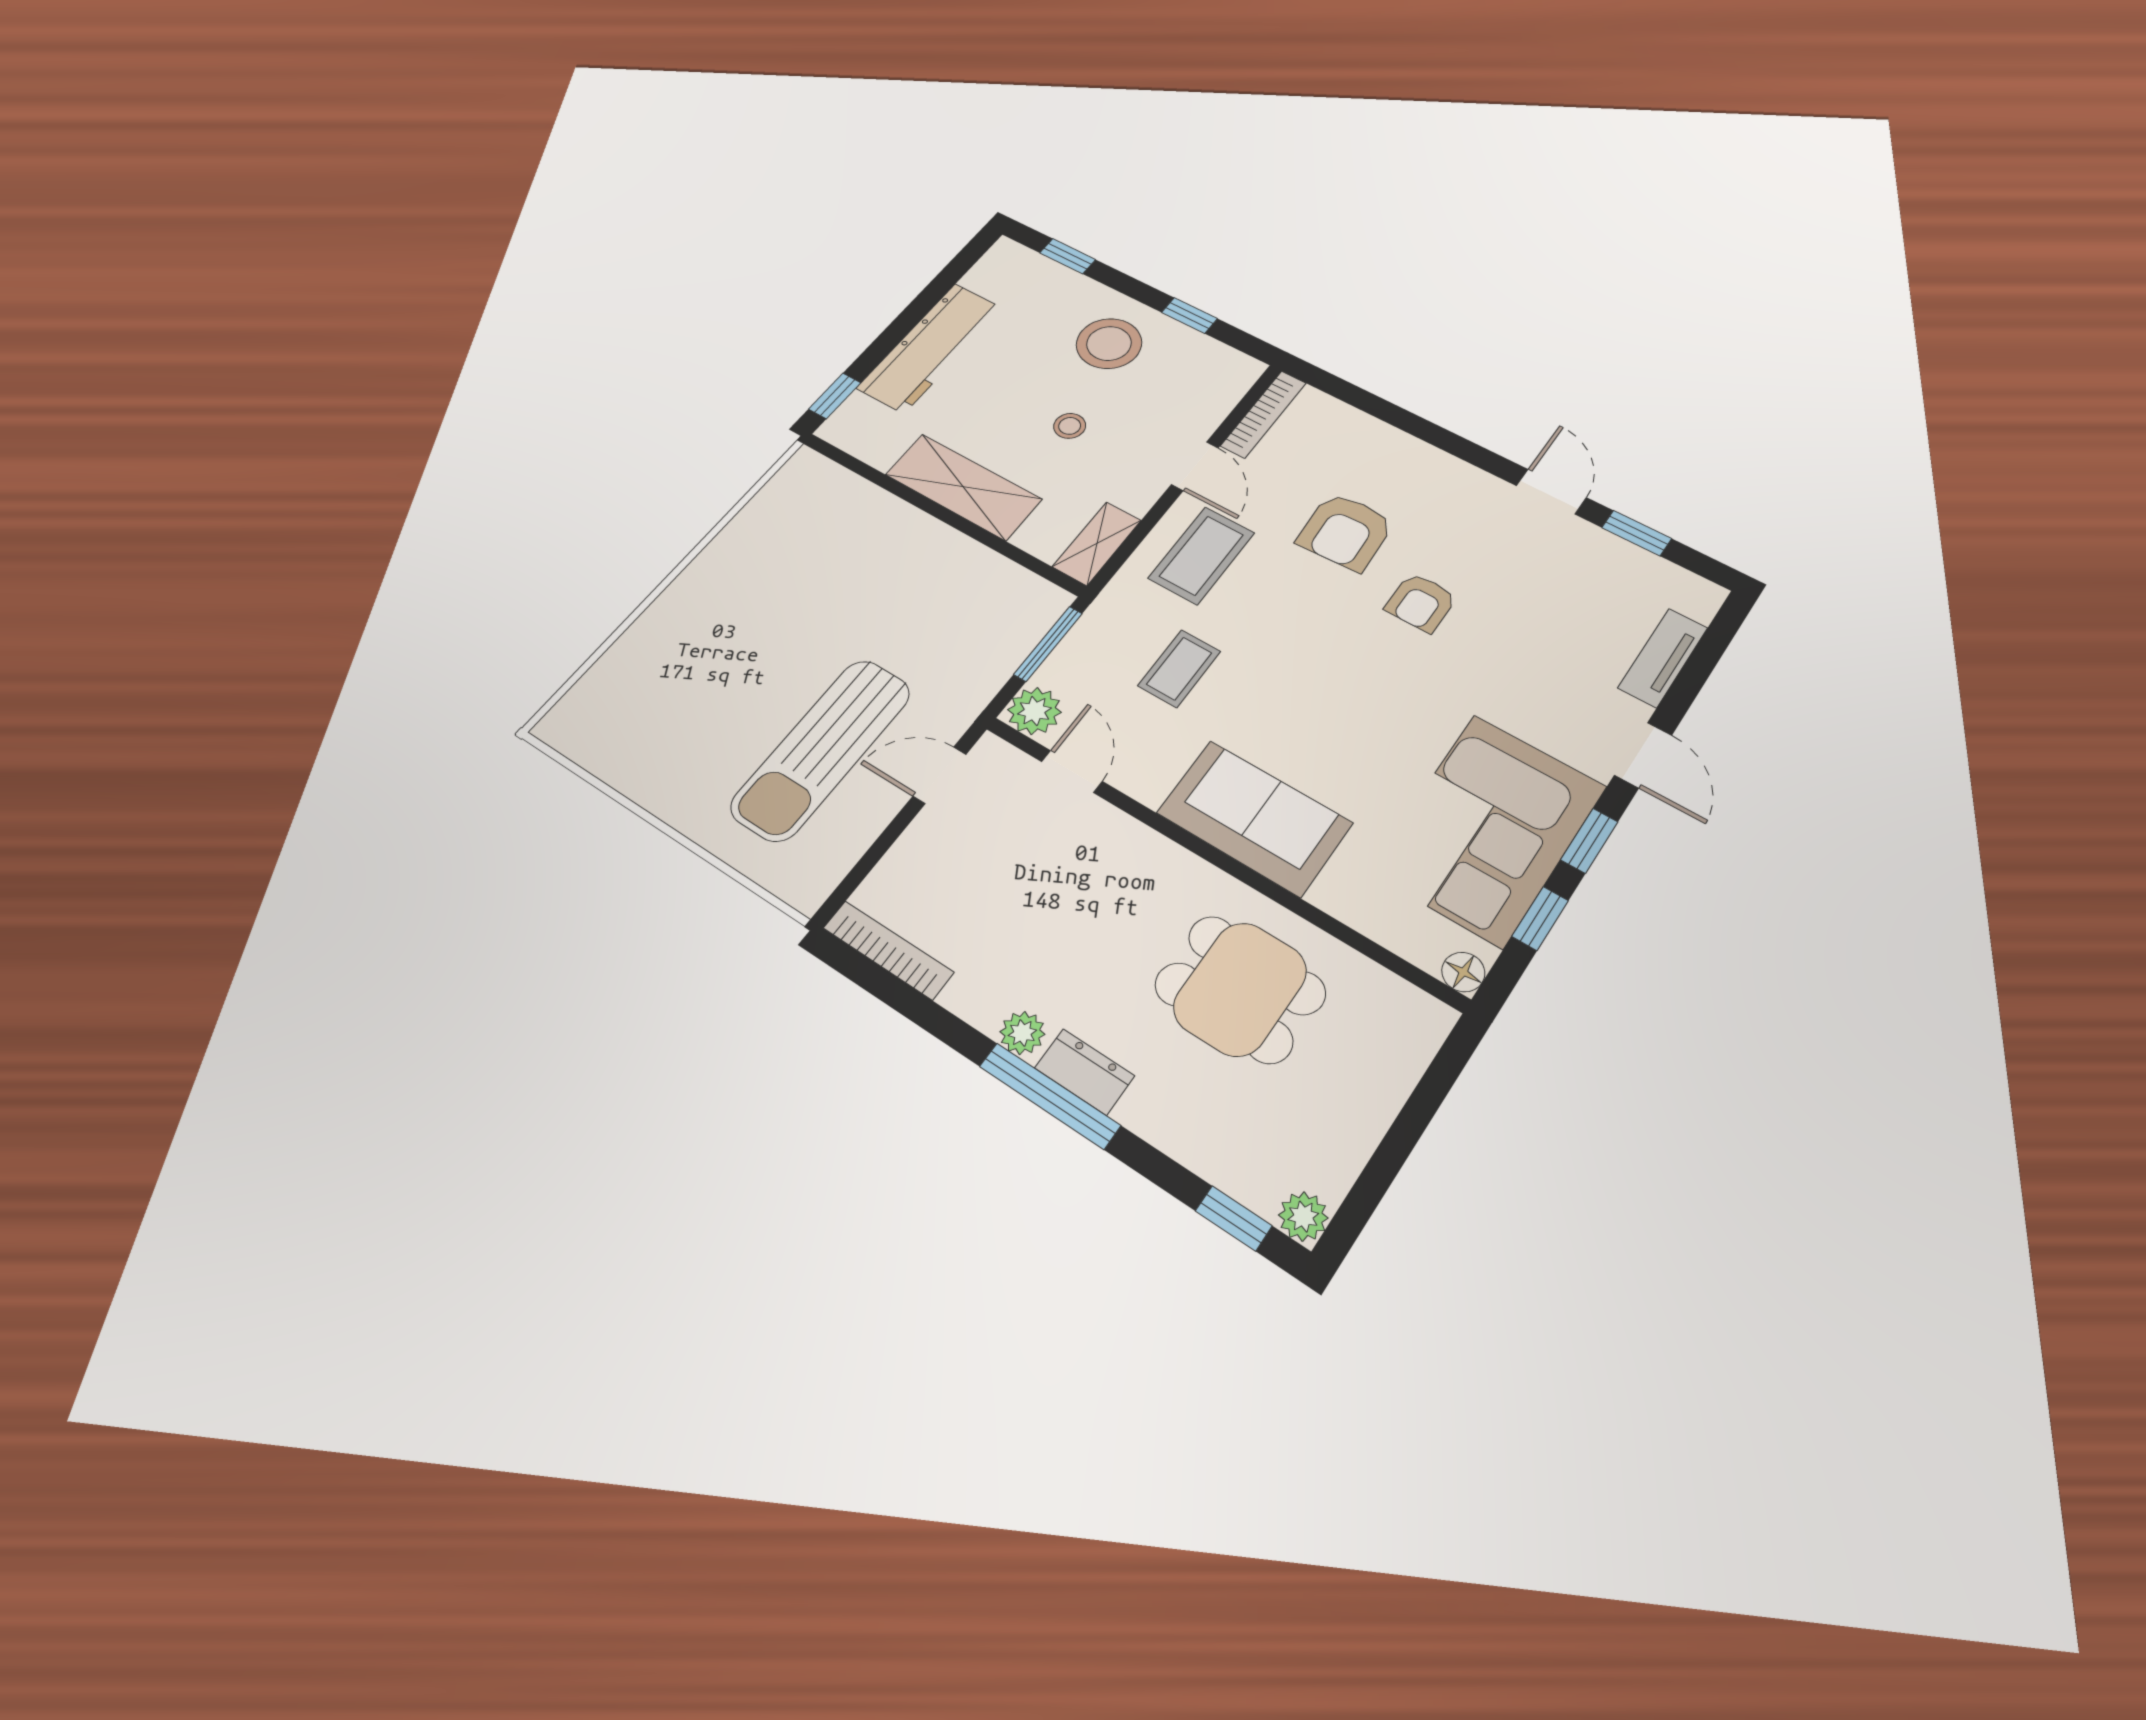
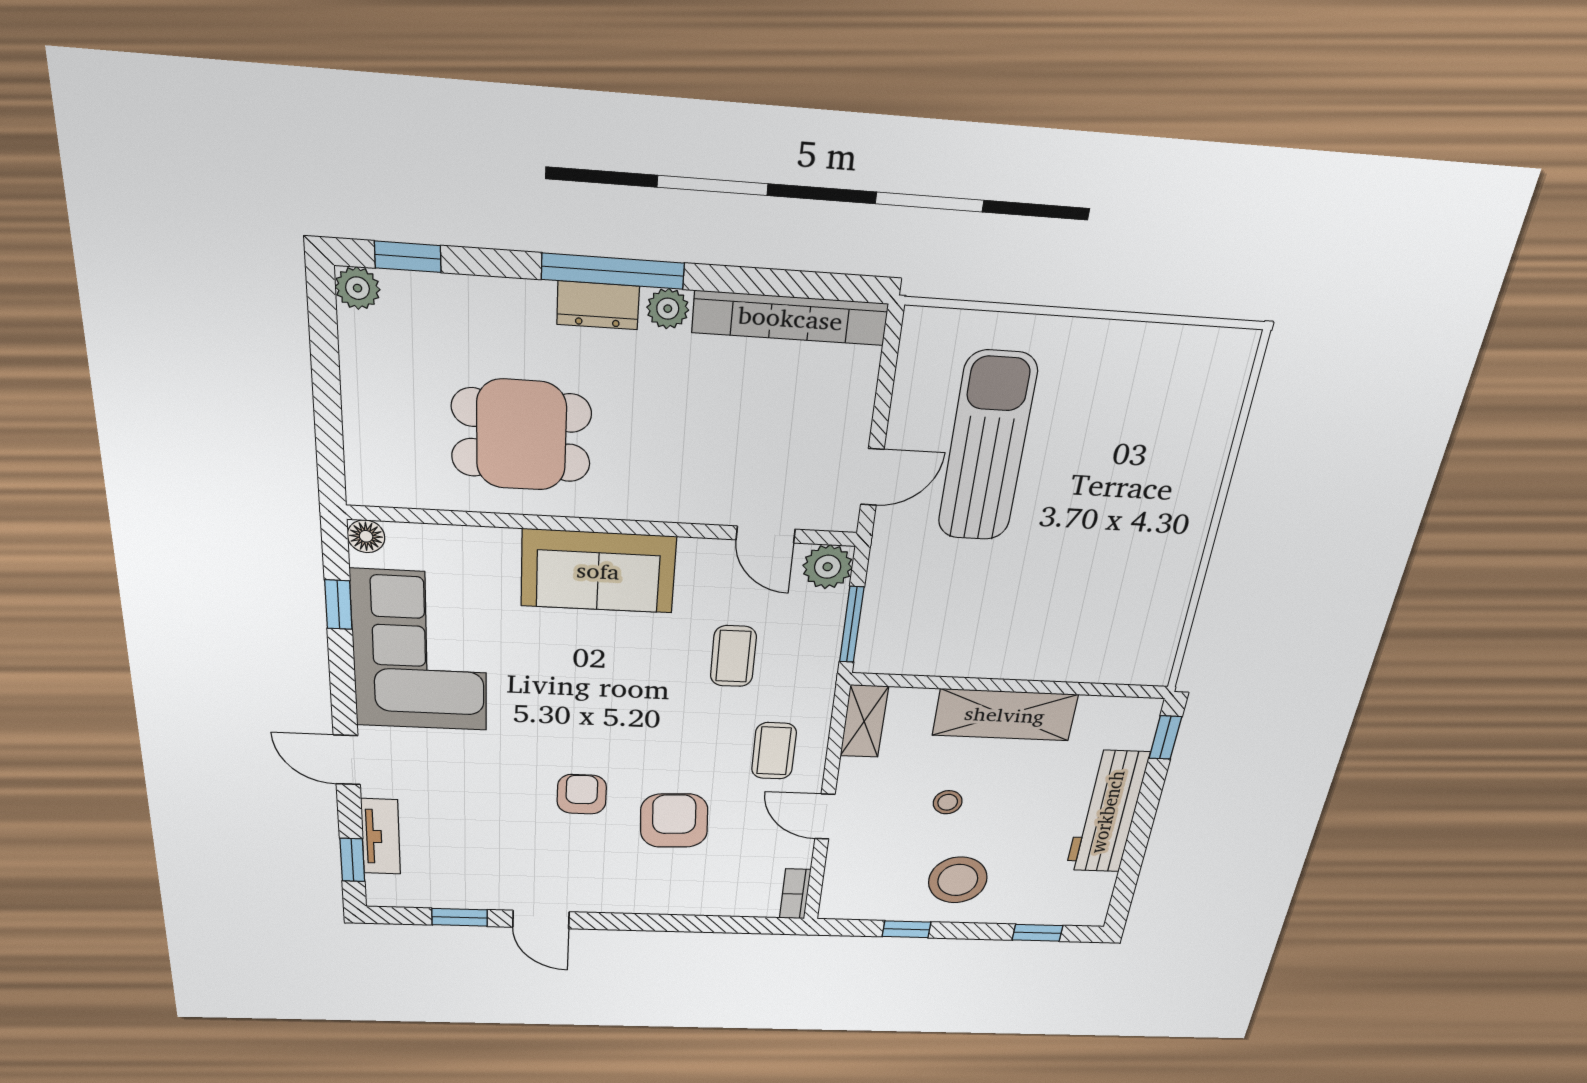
bookcase: (1264, 414) -> (795, 894), width x0.64
coffee table: (1201, 555) -> (774, 751), width x0.73, depth x0.77
window: (1589, 841) -> (352, 860), moved
bookcase: (888, 950) -> (790, 318), width x1.48, depth x1.31

